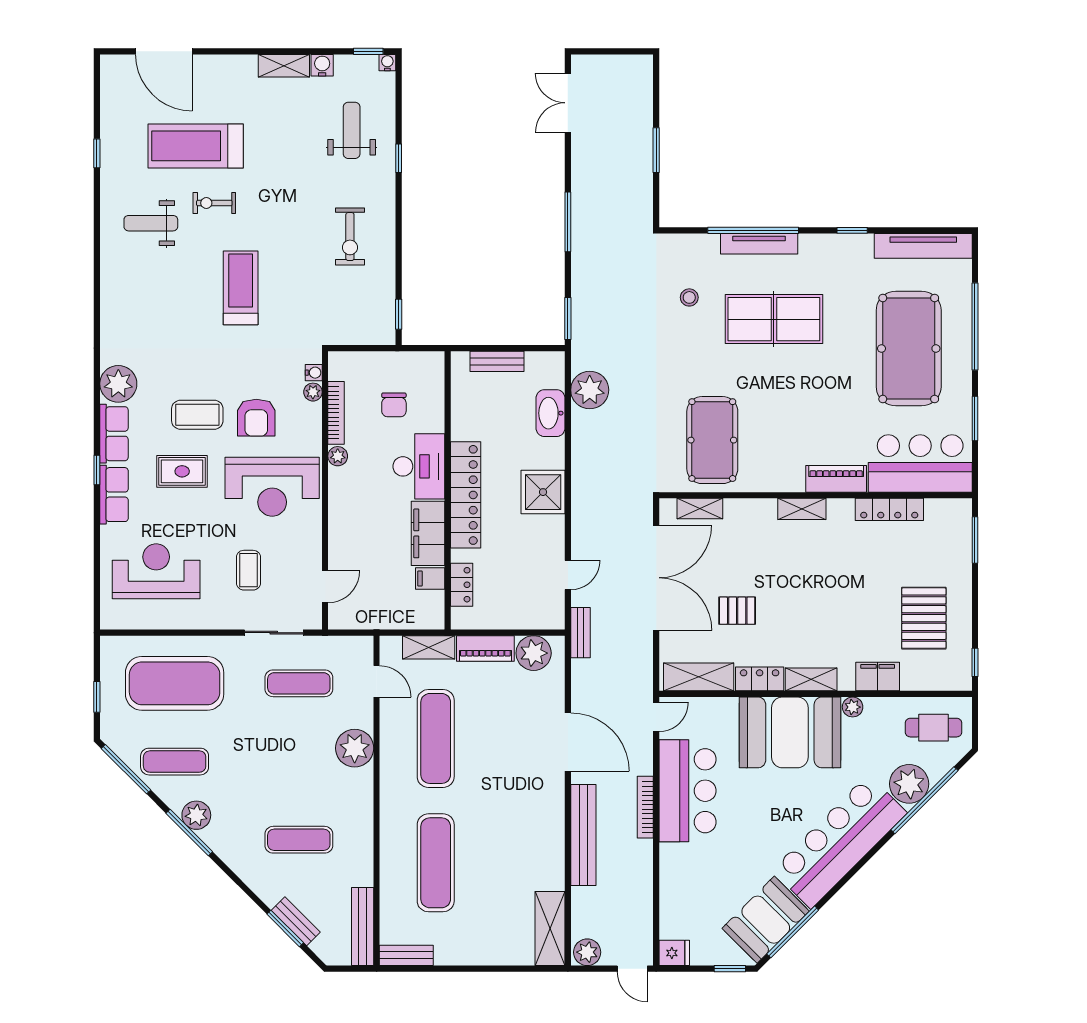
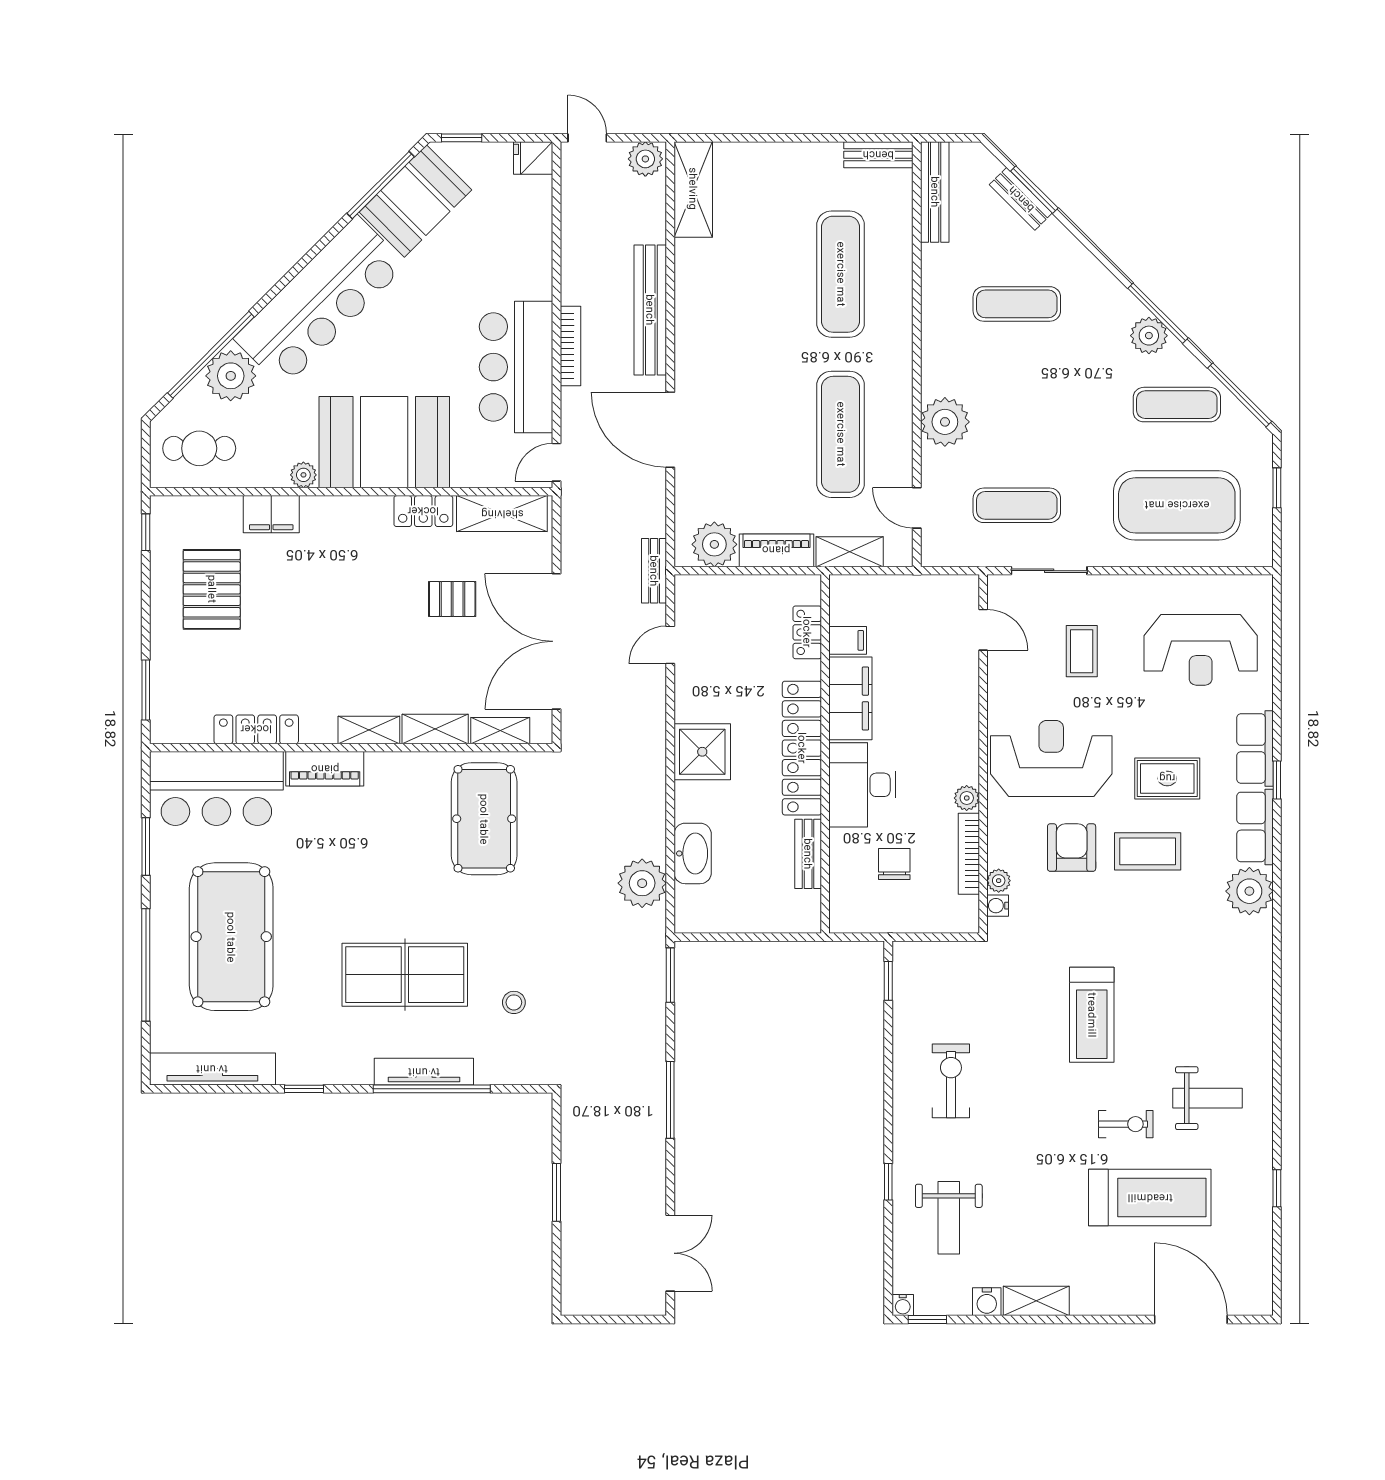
bench: (497, 361) -> (808, 854), moved, turned 90
door: (325, 587) -> (983, 630), swing flipped
shelving: (811, 679) -> (435, 729), moved

